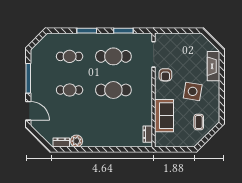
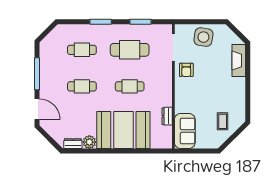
cafe table: (113, 90) -> (130, 86), width x0.73, depth x0.74
side table: (193, 91) -> (203, 37), moved
sofa: (164, 116) -> (185, 131), moved
booth: (108, 130) -> (123, 130), added
dresser: (148, 134) -> (167, 116), moved

